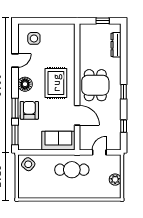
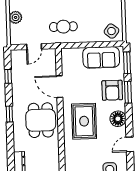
sofa: (58, 141) -> (101, 57), moved
cafe table: (72, 170) -> (63, 27), width x0.73, depth x0.74

